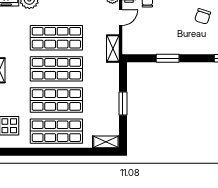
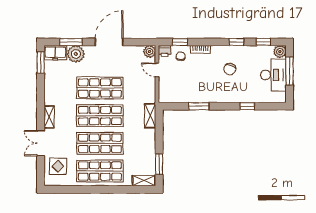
door: (121, 17) -> (157, 70), swing flipped
shelving: (113, 49) -> (150, 116), moved
window: (123, 103) -> (159, 164), moved

